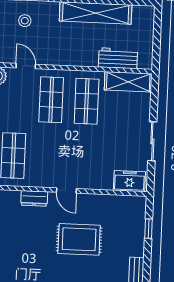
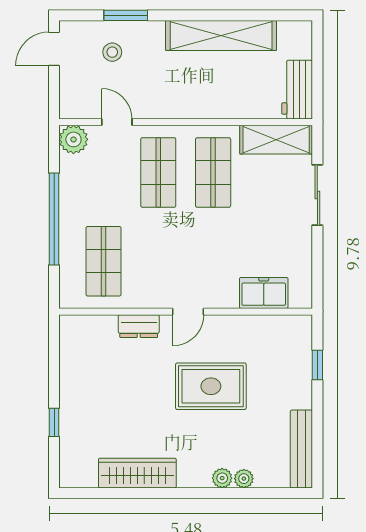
workbench: (118, 58) -> (297, 90), moved, turned -90
sliding door: (152, 141) -> (317, 195), moved
freezer: (129, 181) -> (264, 293), moved
door: (66, 190) -> (188, 312), hinge flipped

